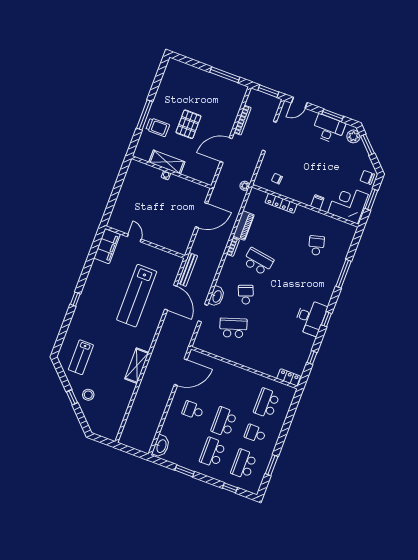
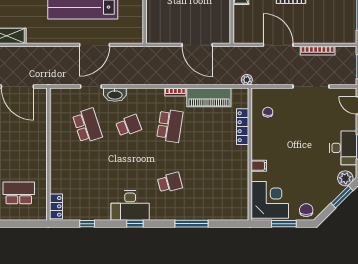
piano: (244, 226) -> (209, 97), width x1.37, depth x1.33
school desk: (316, 246) -> (170, 183), moved
bench: (187, 269) -> (132, 52), removed

